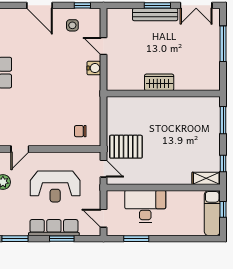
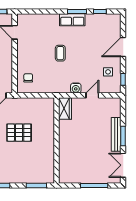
wardrobe: (159, 82) -> (65, 108), moved
coffee table: (48, 89) -> (60, 53), added
pallet: (126, 147) -> (19, 133), moved, turned 90

